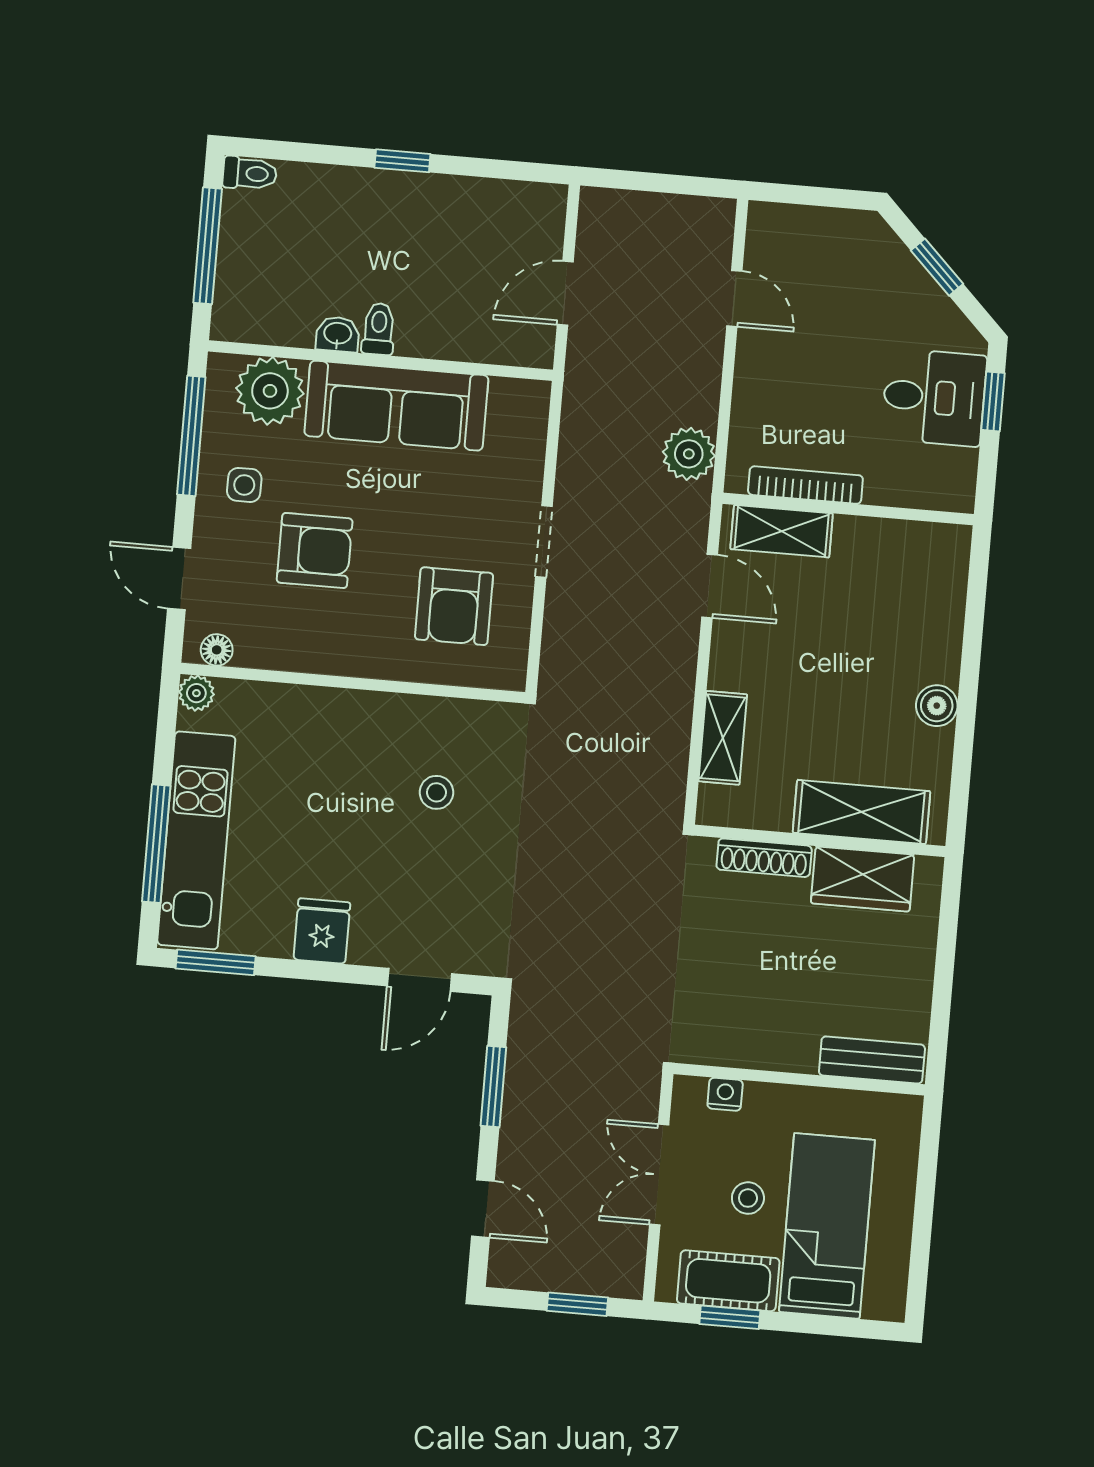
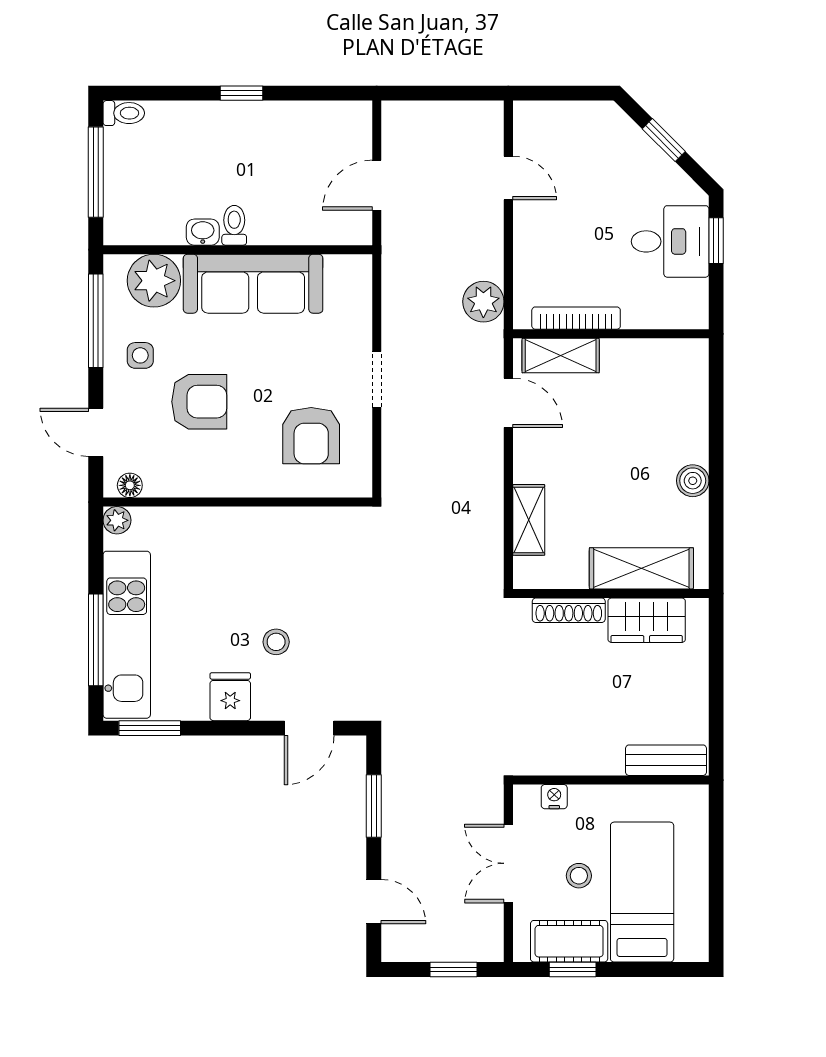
stool: (436, 792) -> (276, 642), moved

